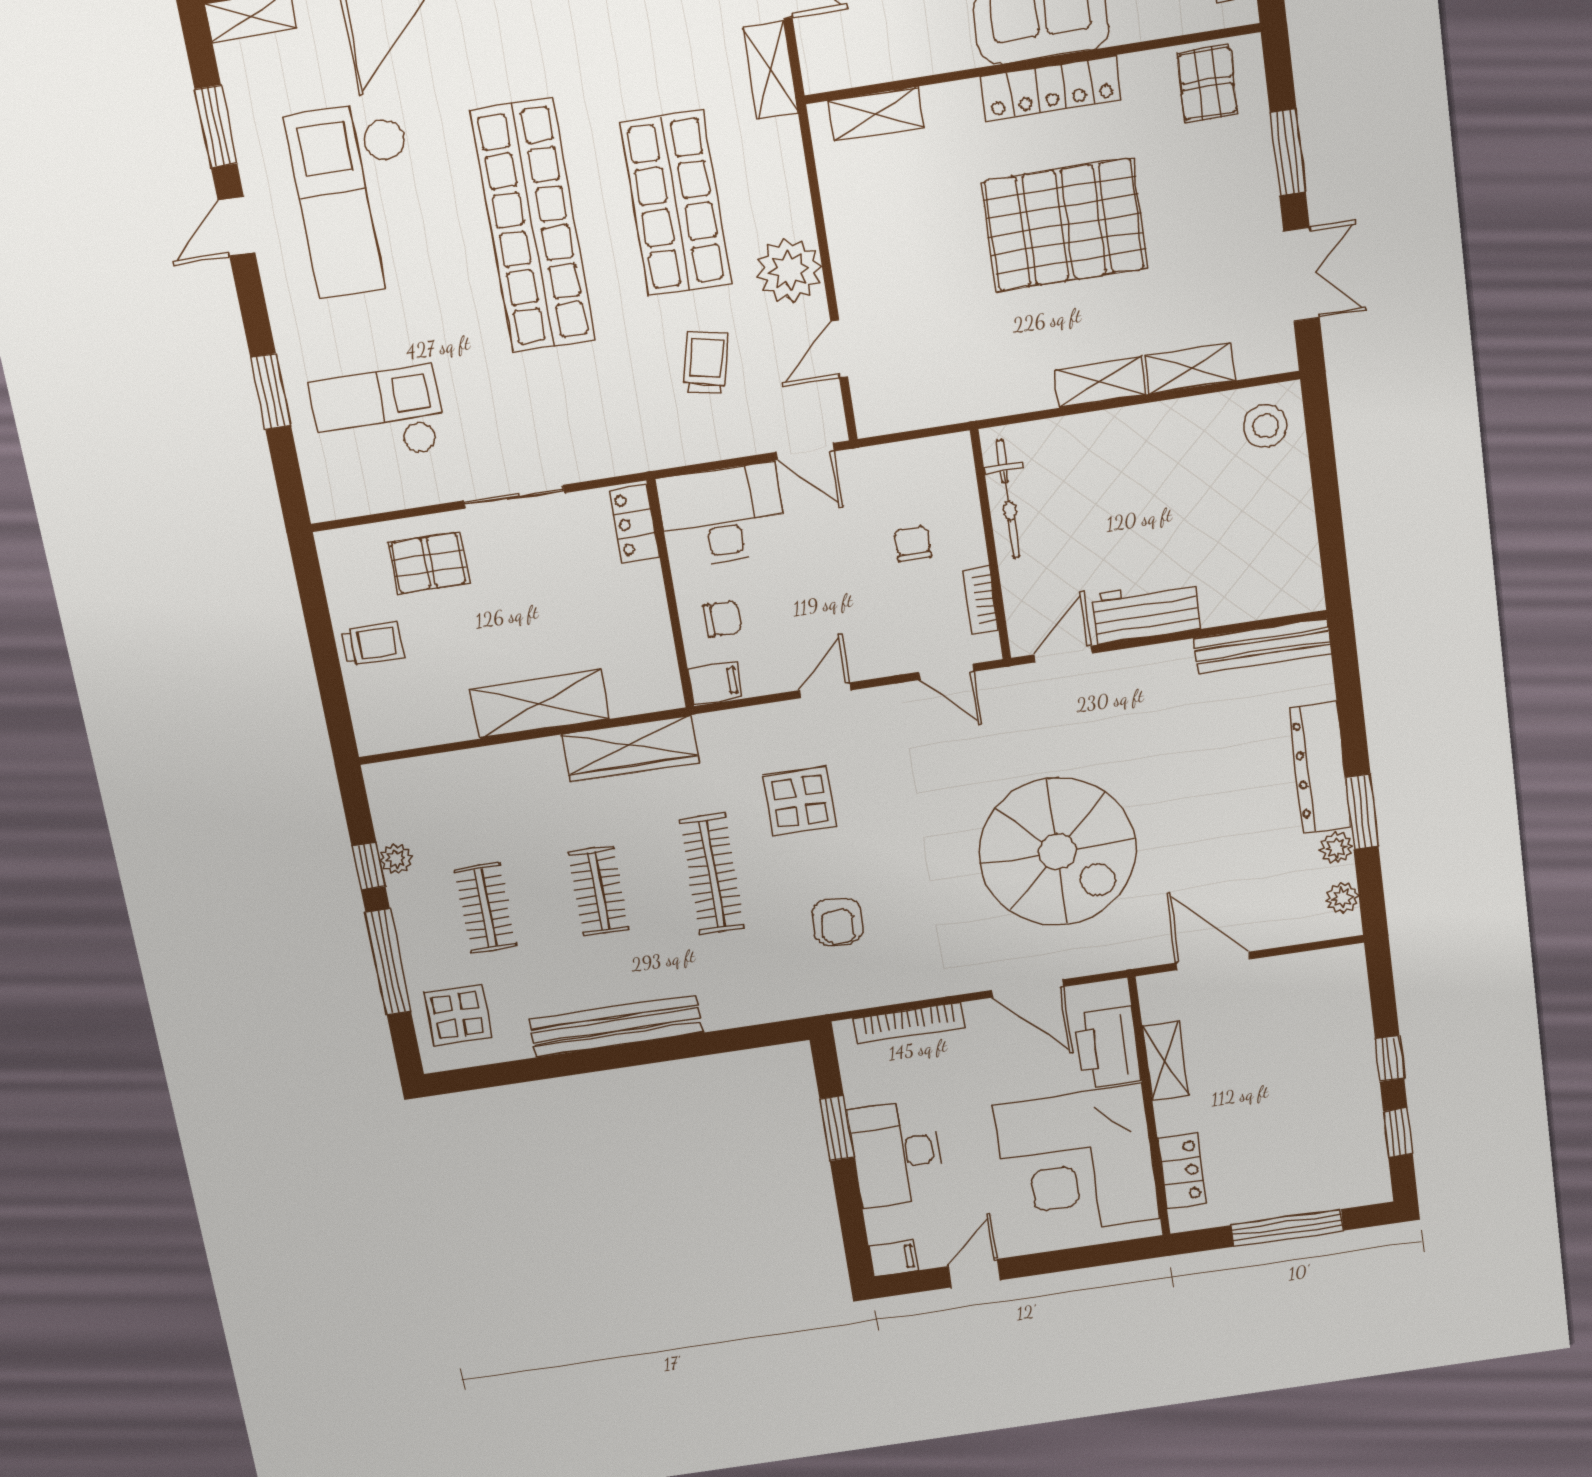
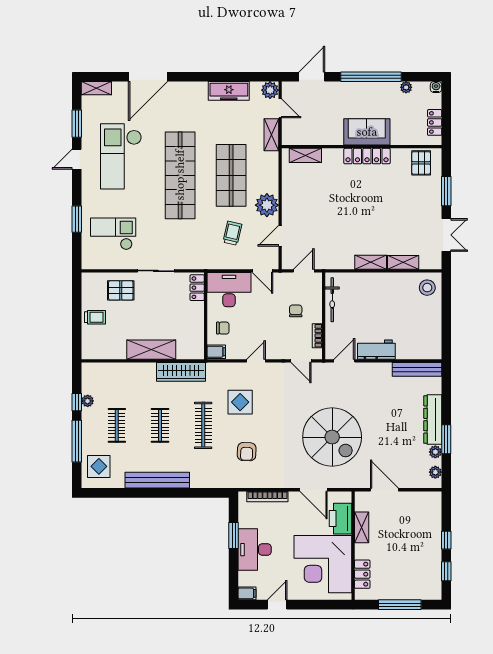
pallet: (1064, 225) -> (365, 204), removed
door: (919, 434) -> (304, 271), added

